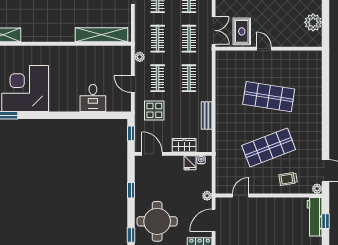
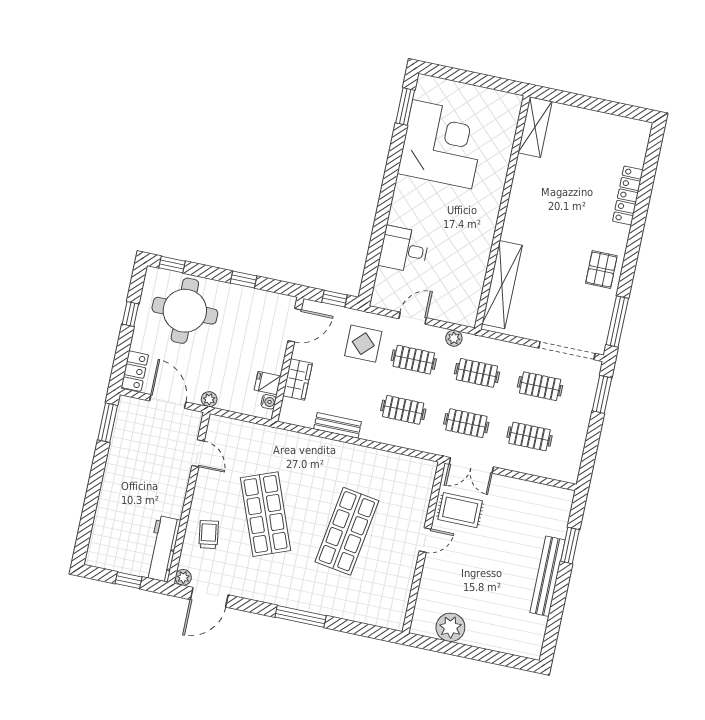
window: (326, 114) -> (301, 616), added
workbench: (315, 217) -> (163, 549), moved, turned -90

